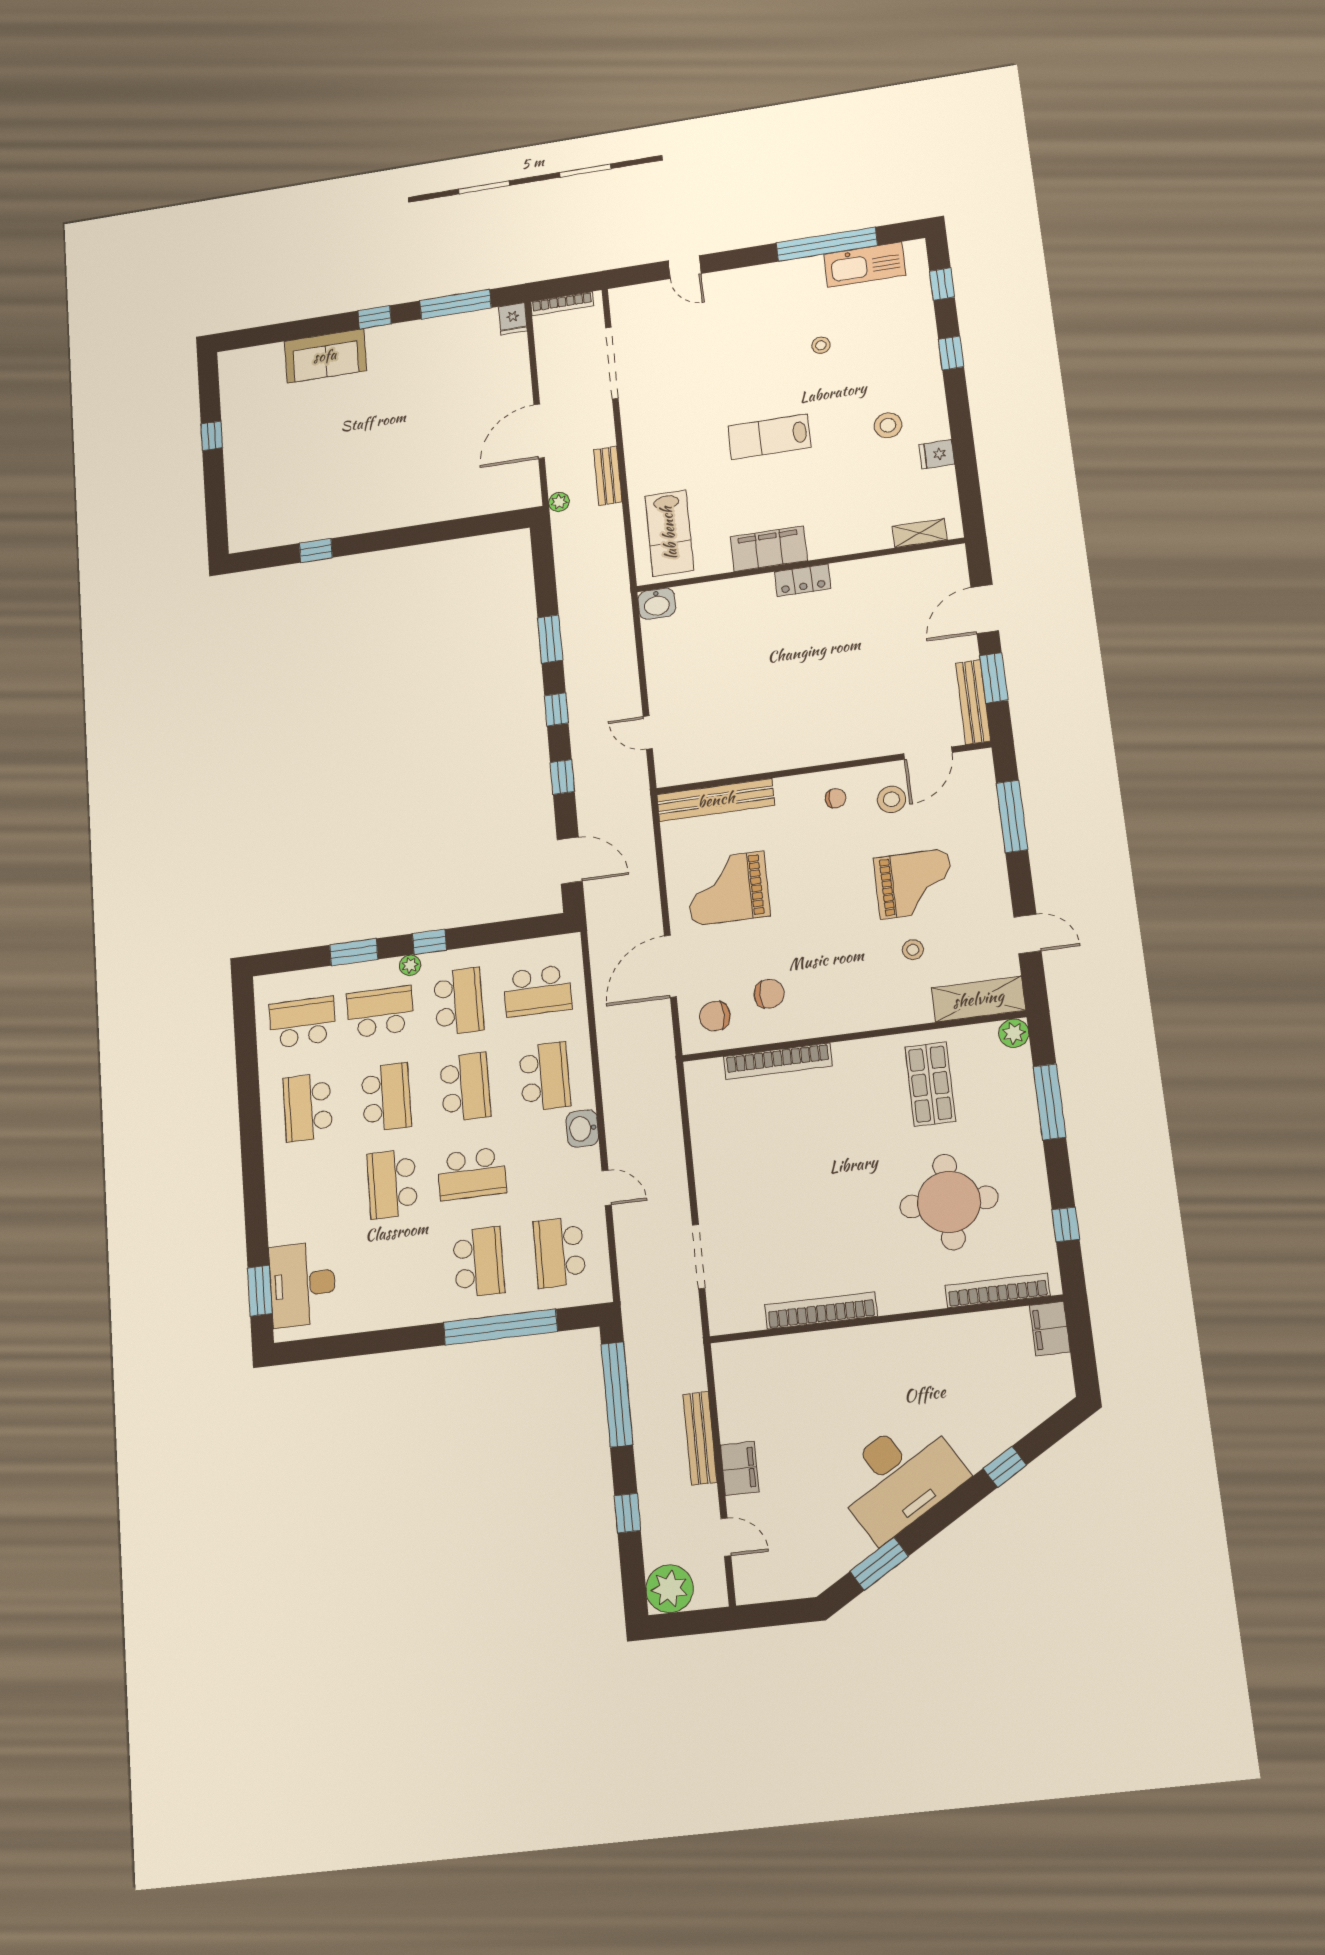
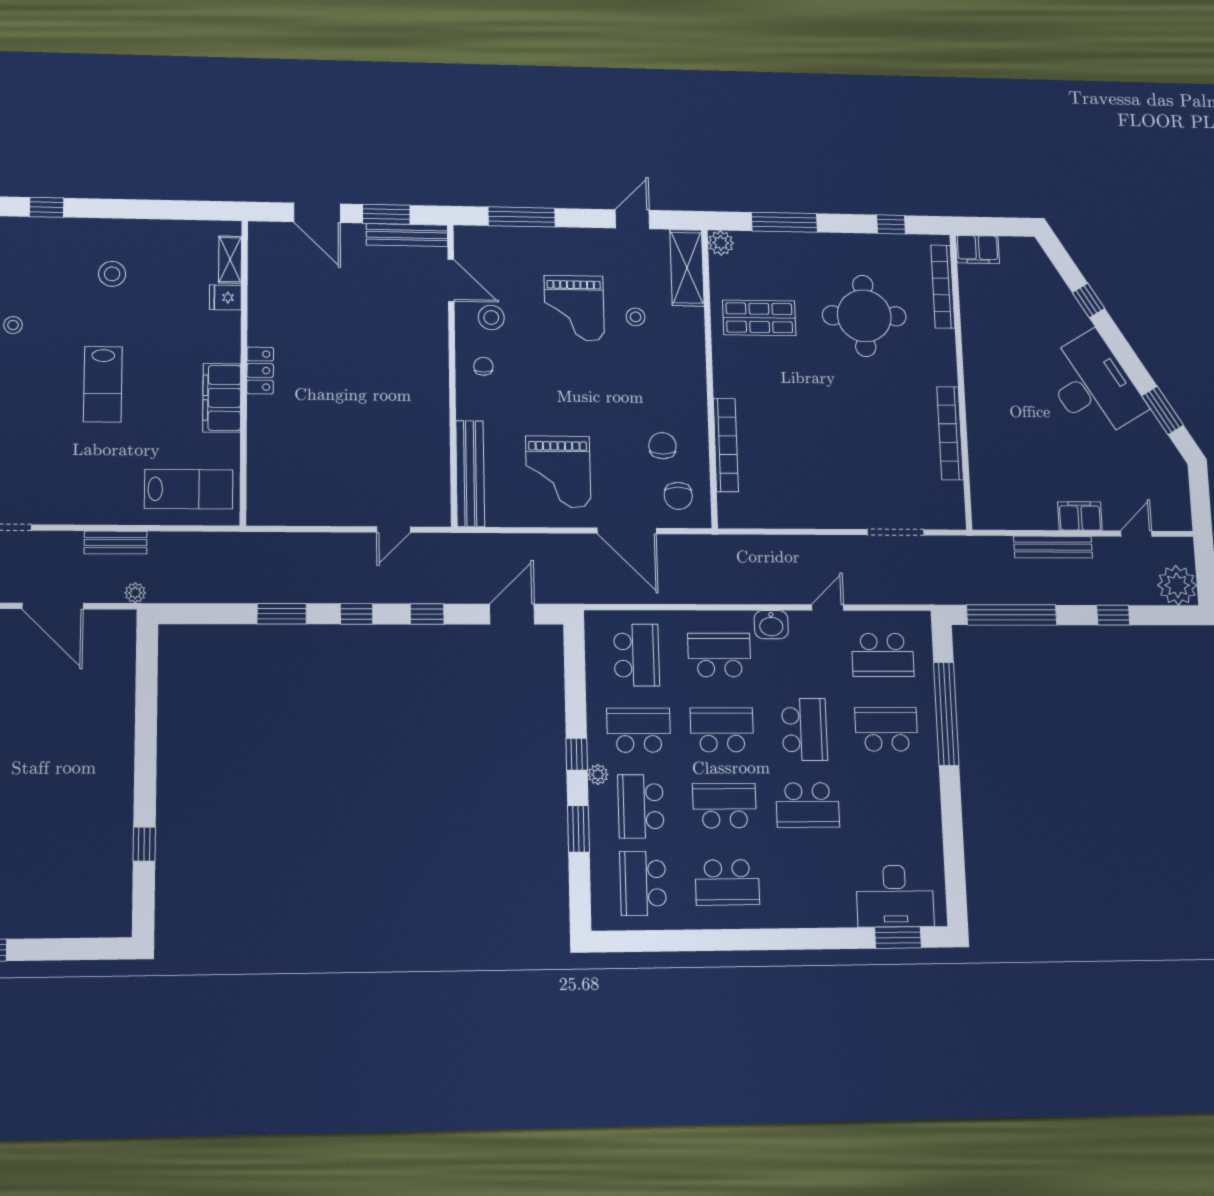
fridge: (937, 454) -> (225, 297), moved, turned 90
washbasin: (657, 604) -> (261, 508), removed
grand piano: (914, 884) -> (574, 308), turned 180

